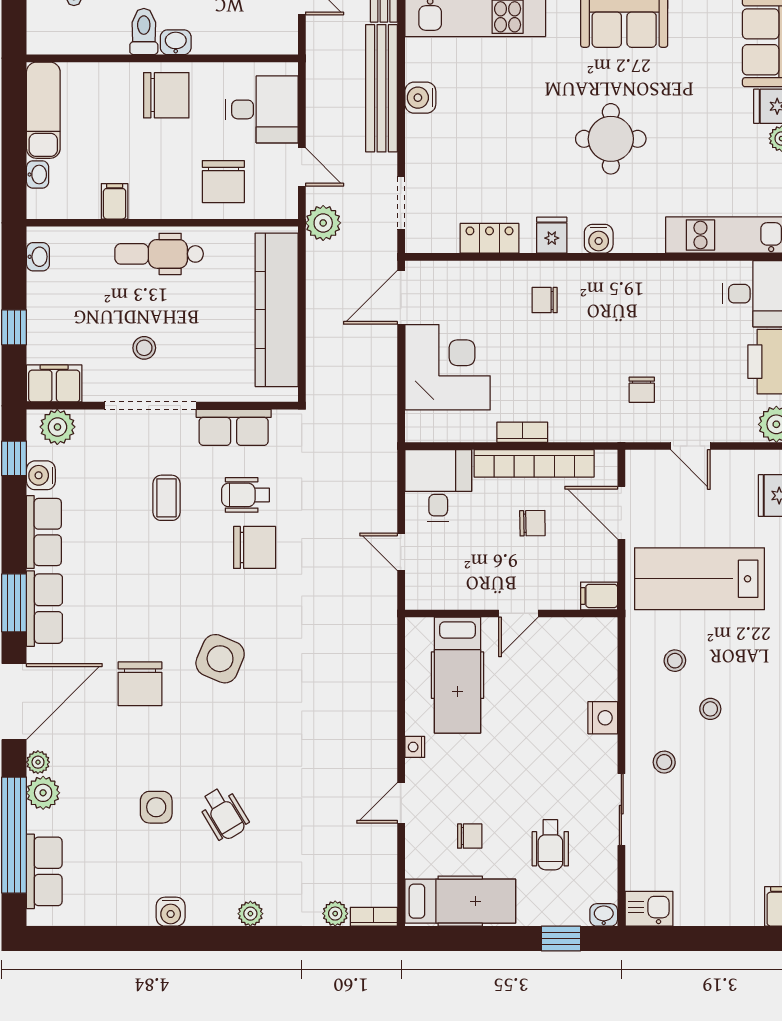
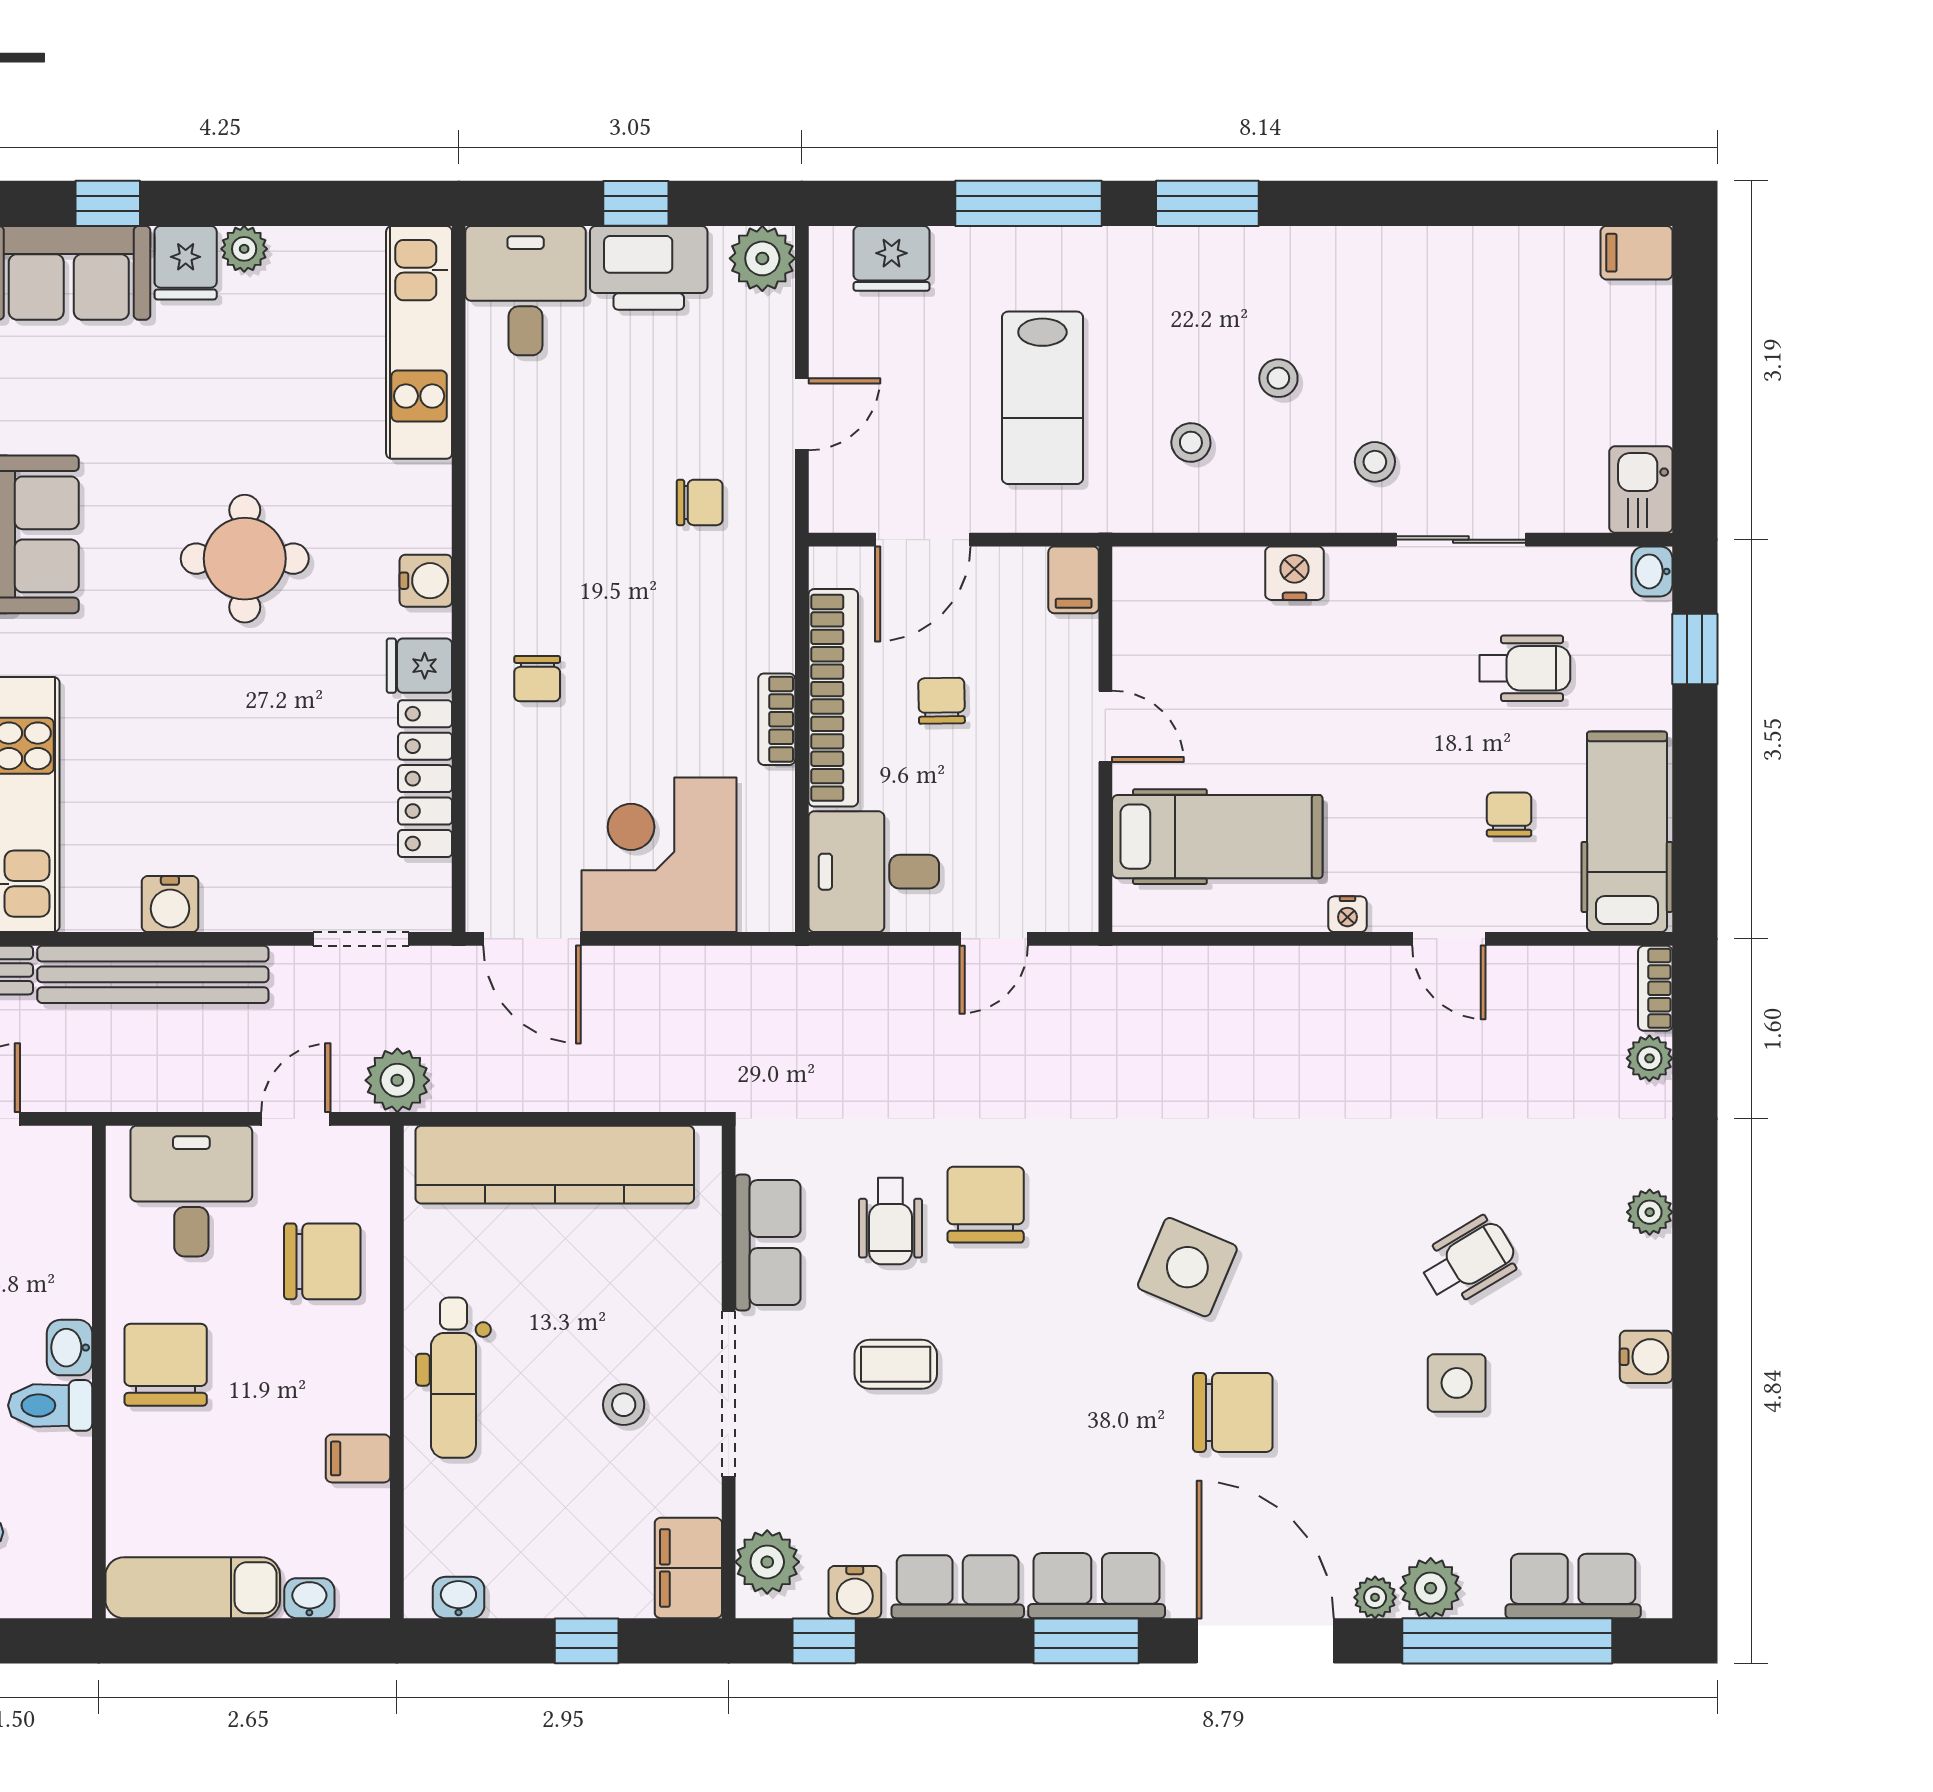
locker: (489, 238) -> (425, 779), width x1.53
lab bench: (700, 579) -> (1042, 398), width x0.73, depth x0.72

